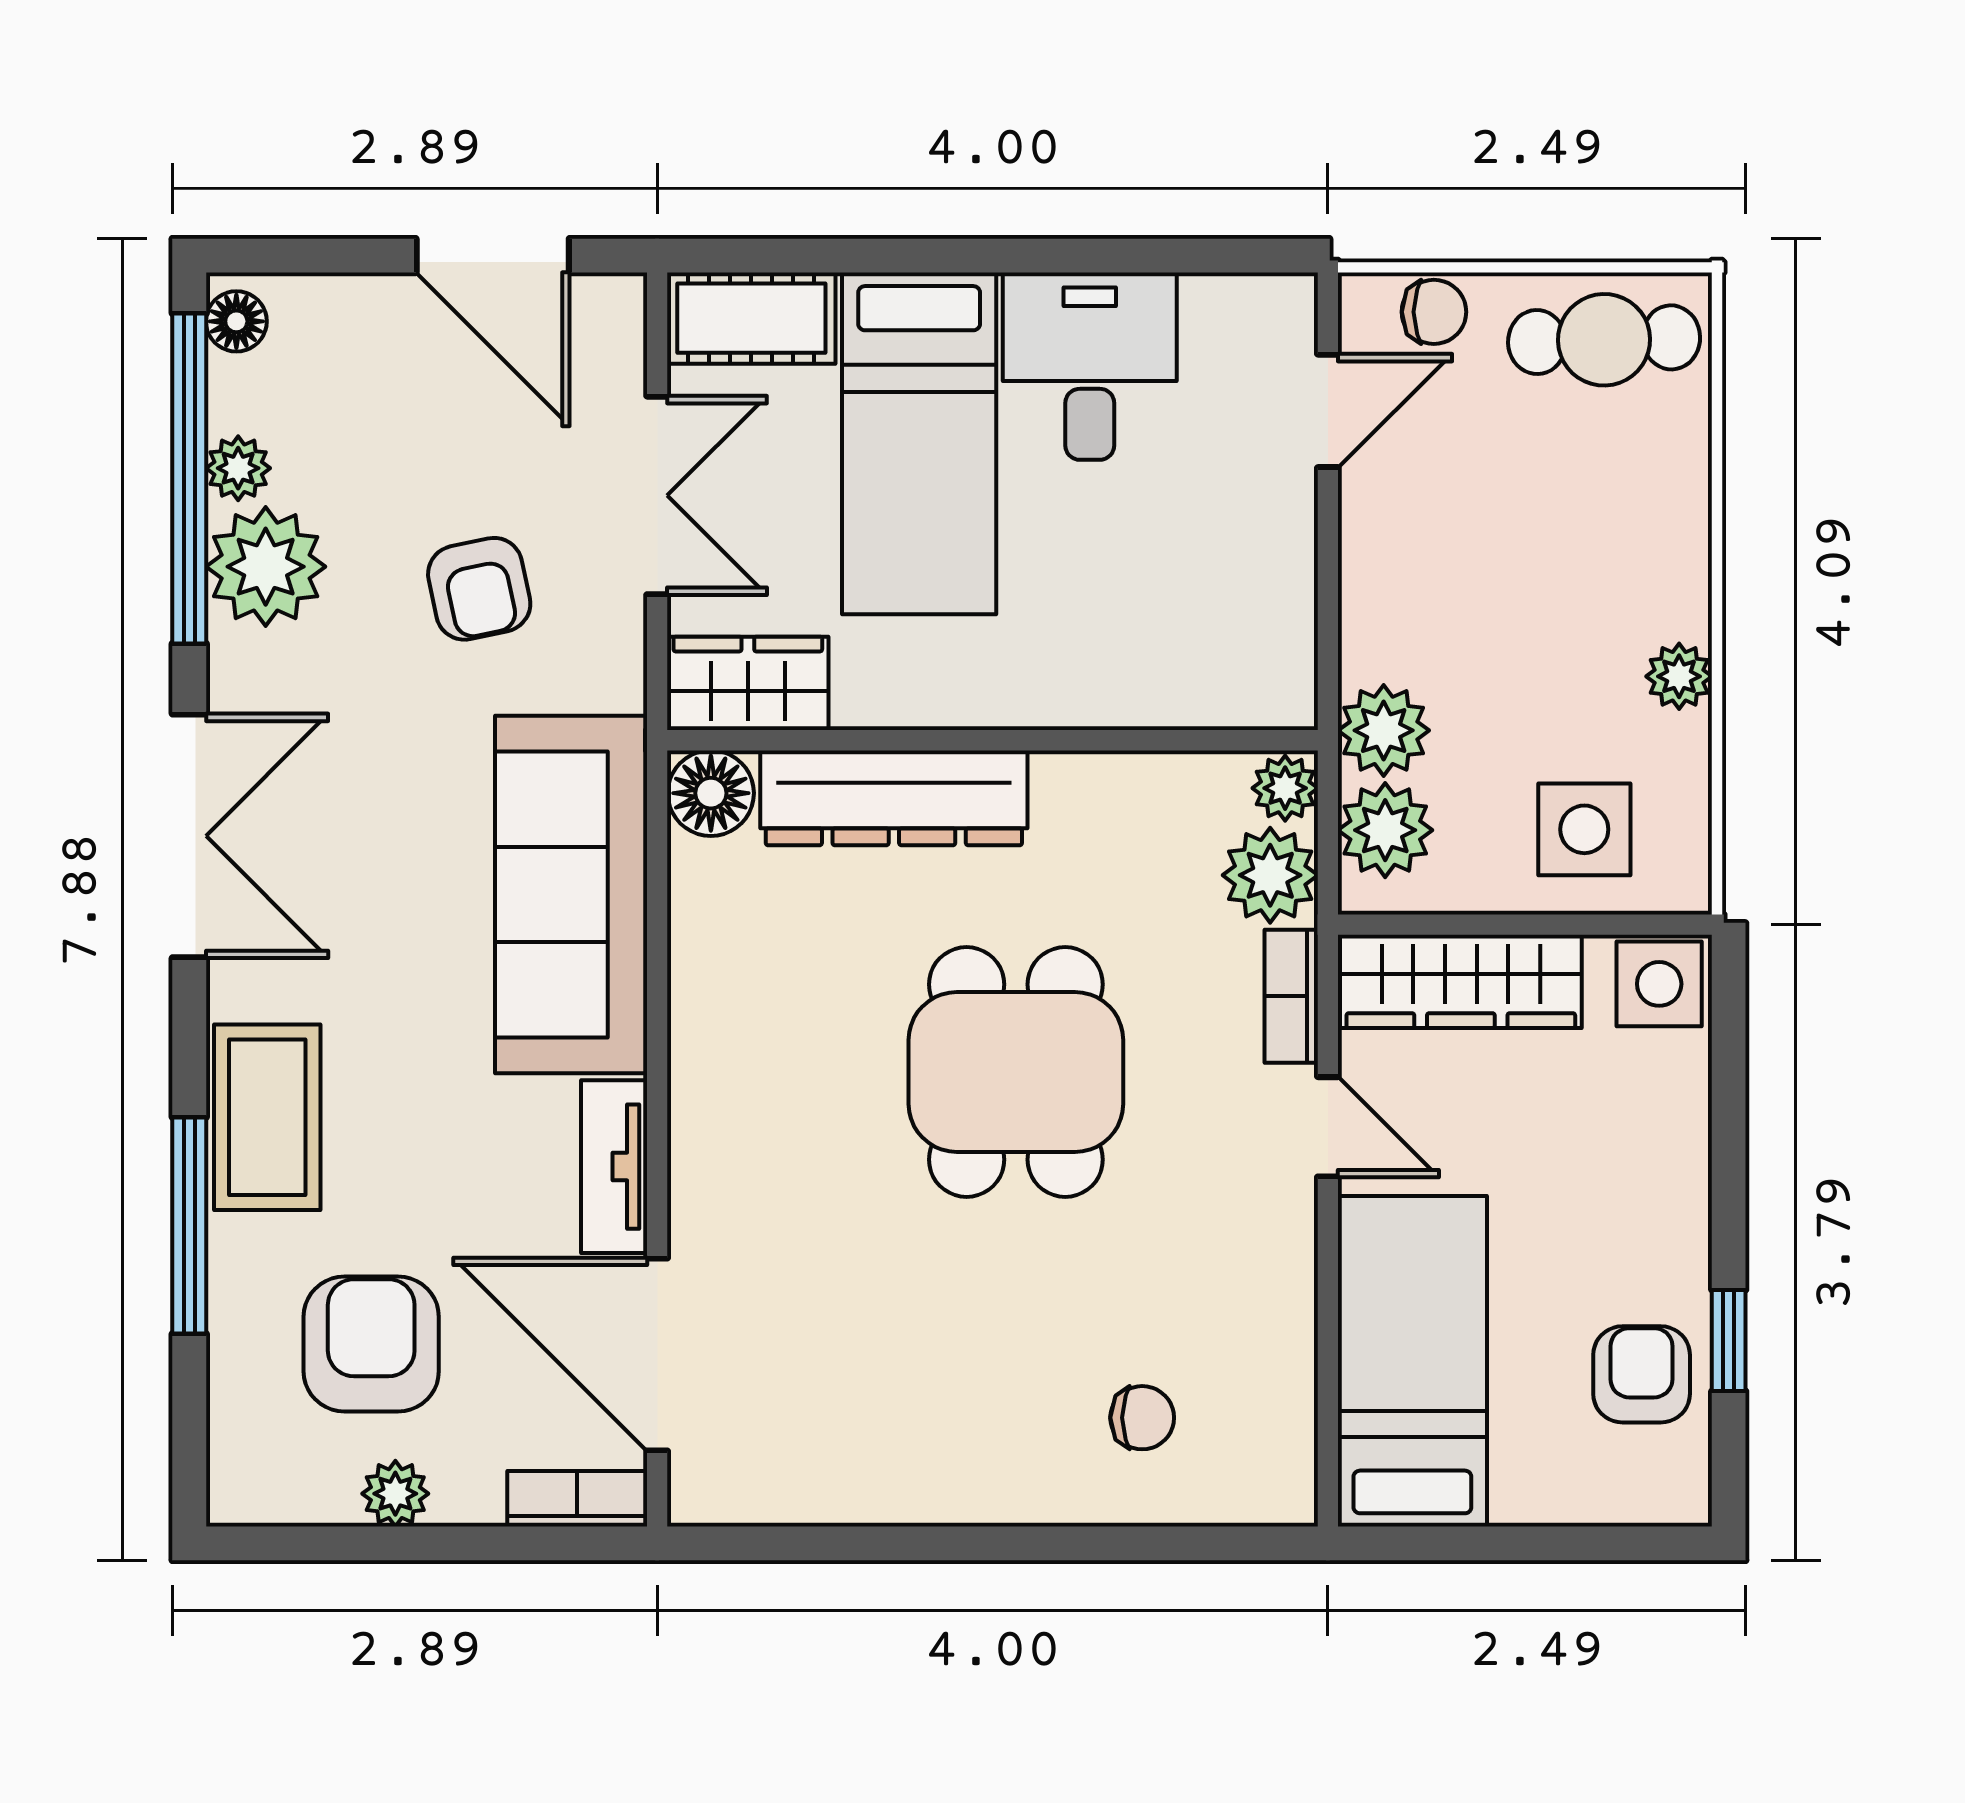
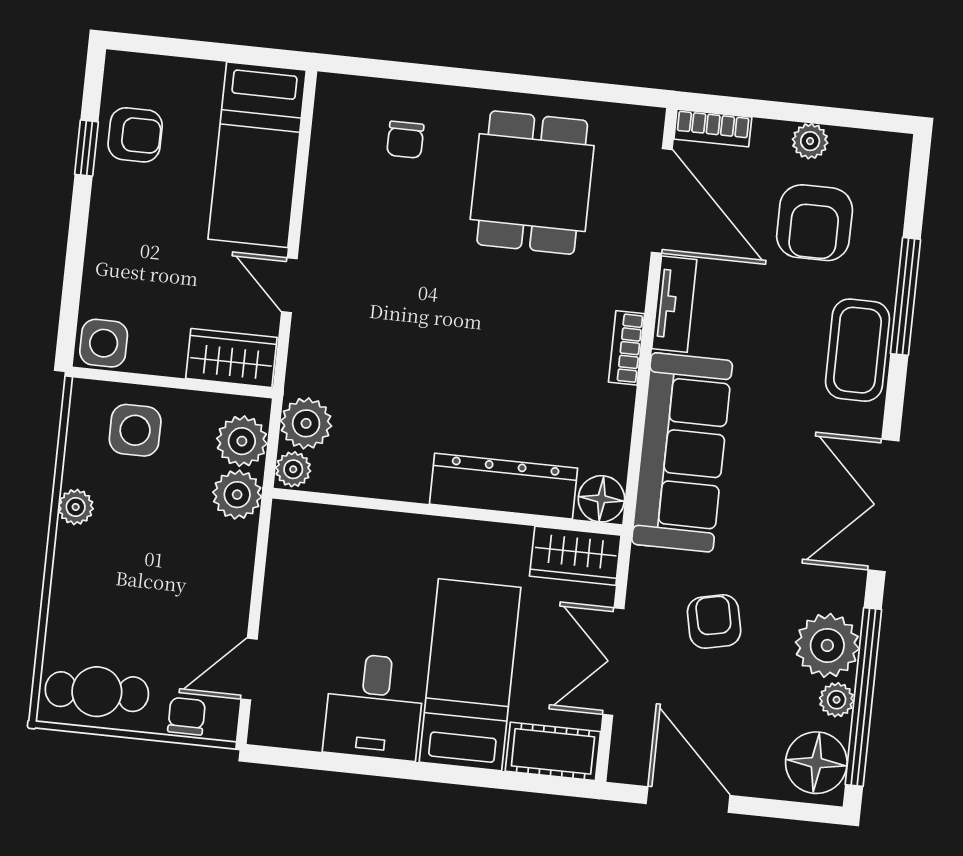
chair: (1434, 312) -> (187, 716), turned 90
floor lamp: (236, 321) -> (816, 763), width x1.89, depth x1.89
wardrobe: (1461, 981) -> (231, 358), width x0.67
bookcase: (1291, 996) -> (626, 348), moved, turned 180
dining table: (1016, 1072) -> (532, 183), moved
armchair: (1642, 1374) -> (135, 135), turned -90
chair: (1142, 1418) -> (405, 140), turned -90

